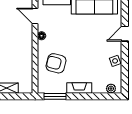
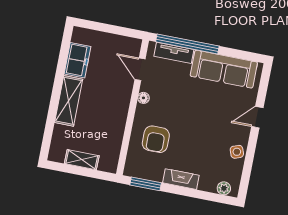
armchair: (56, 63) -> (156, 139), turned -104

